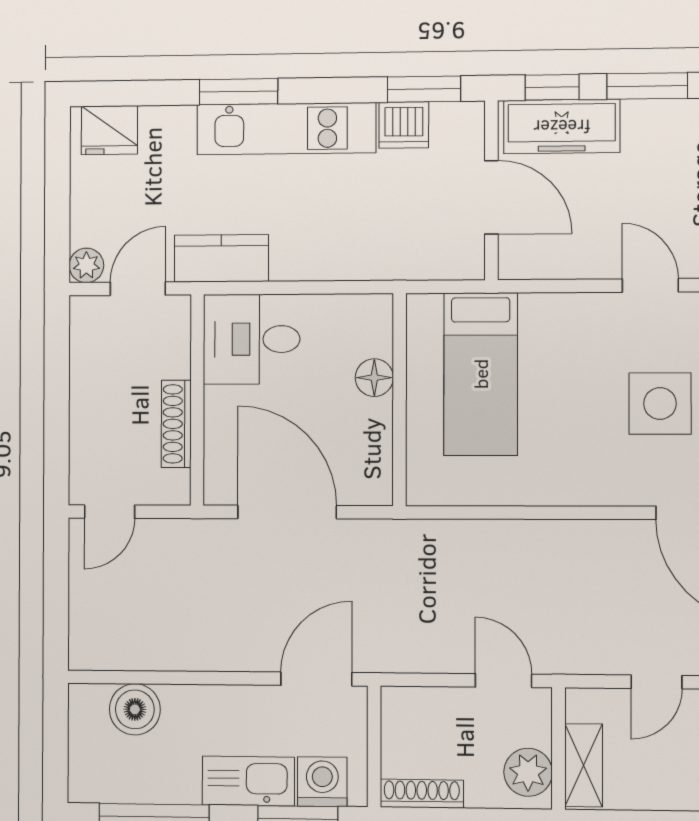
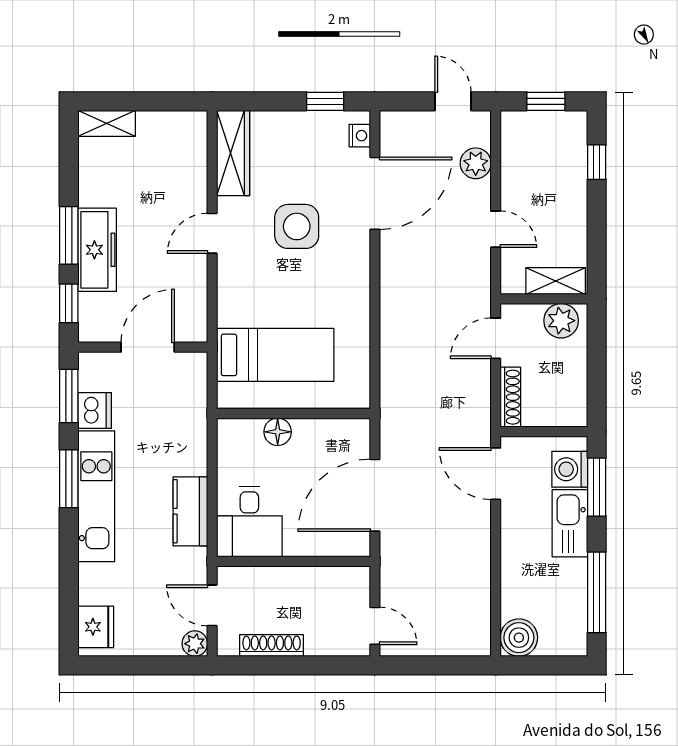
window: (239, 92) -> (69, 479), moved
freezer: (562, 127) -> (97, 250), moved
kitchen counter: (221, 258) -> (190, 511), moved
shoe rack: (176, 424) -> (272, 646), moved, turned 180
boiler: (135, 709) -> (519, 638), moved
shoe rack: (422, 794) -> (510, 397), moved, turned 180

